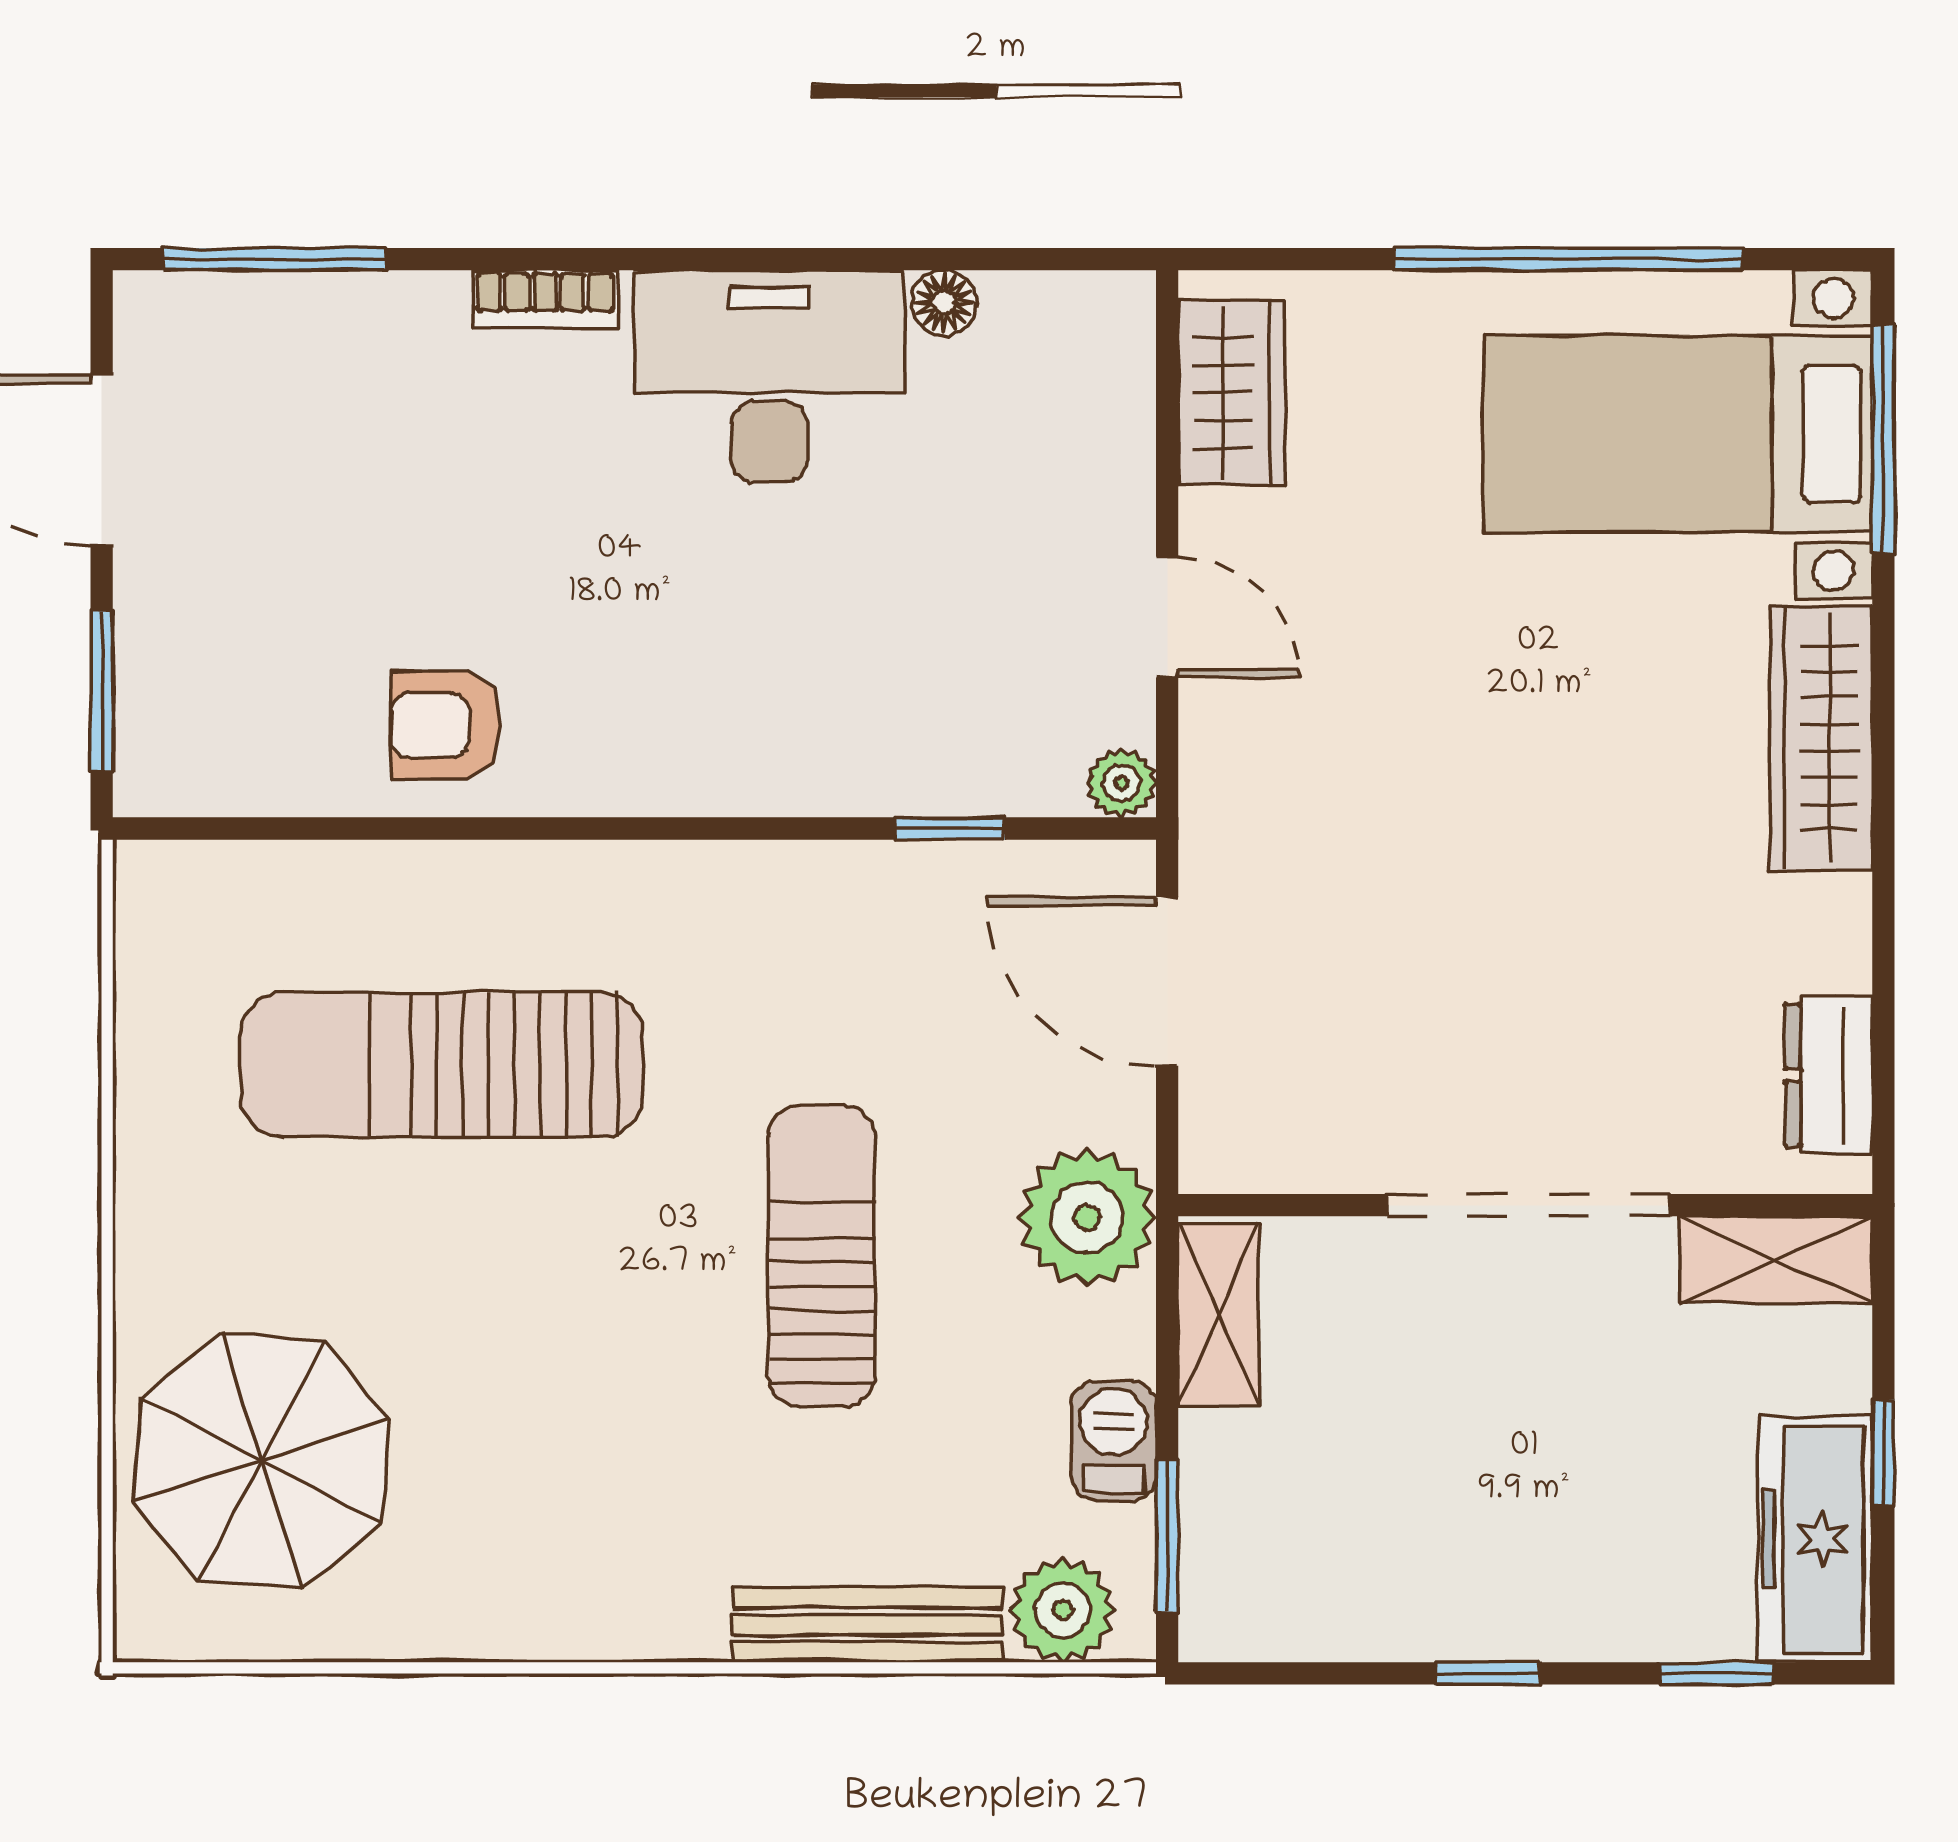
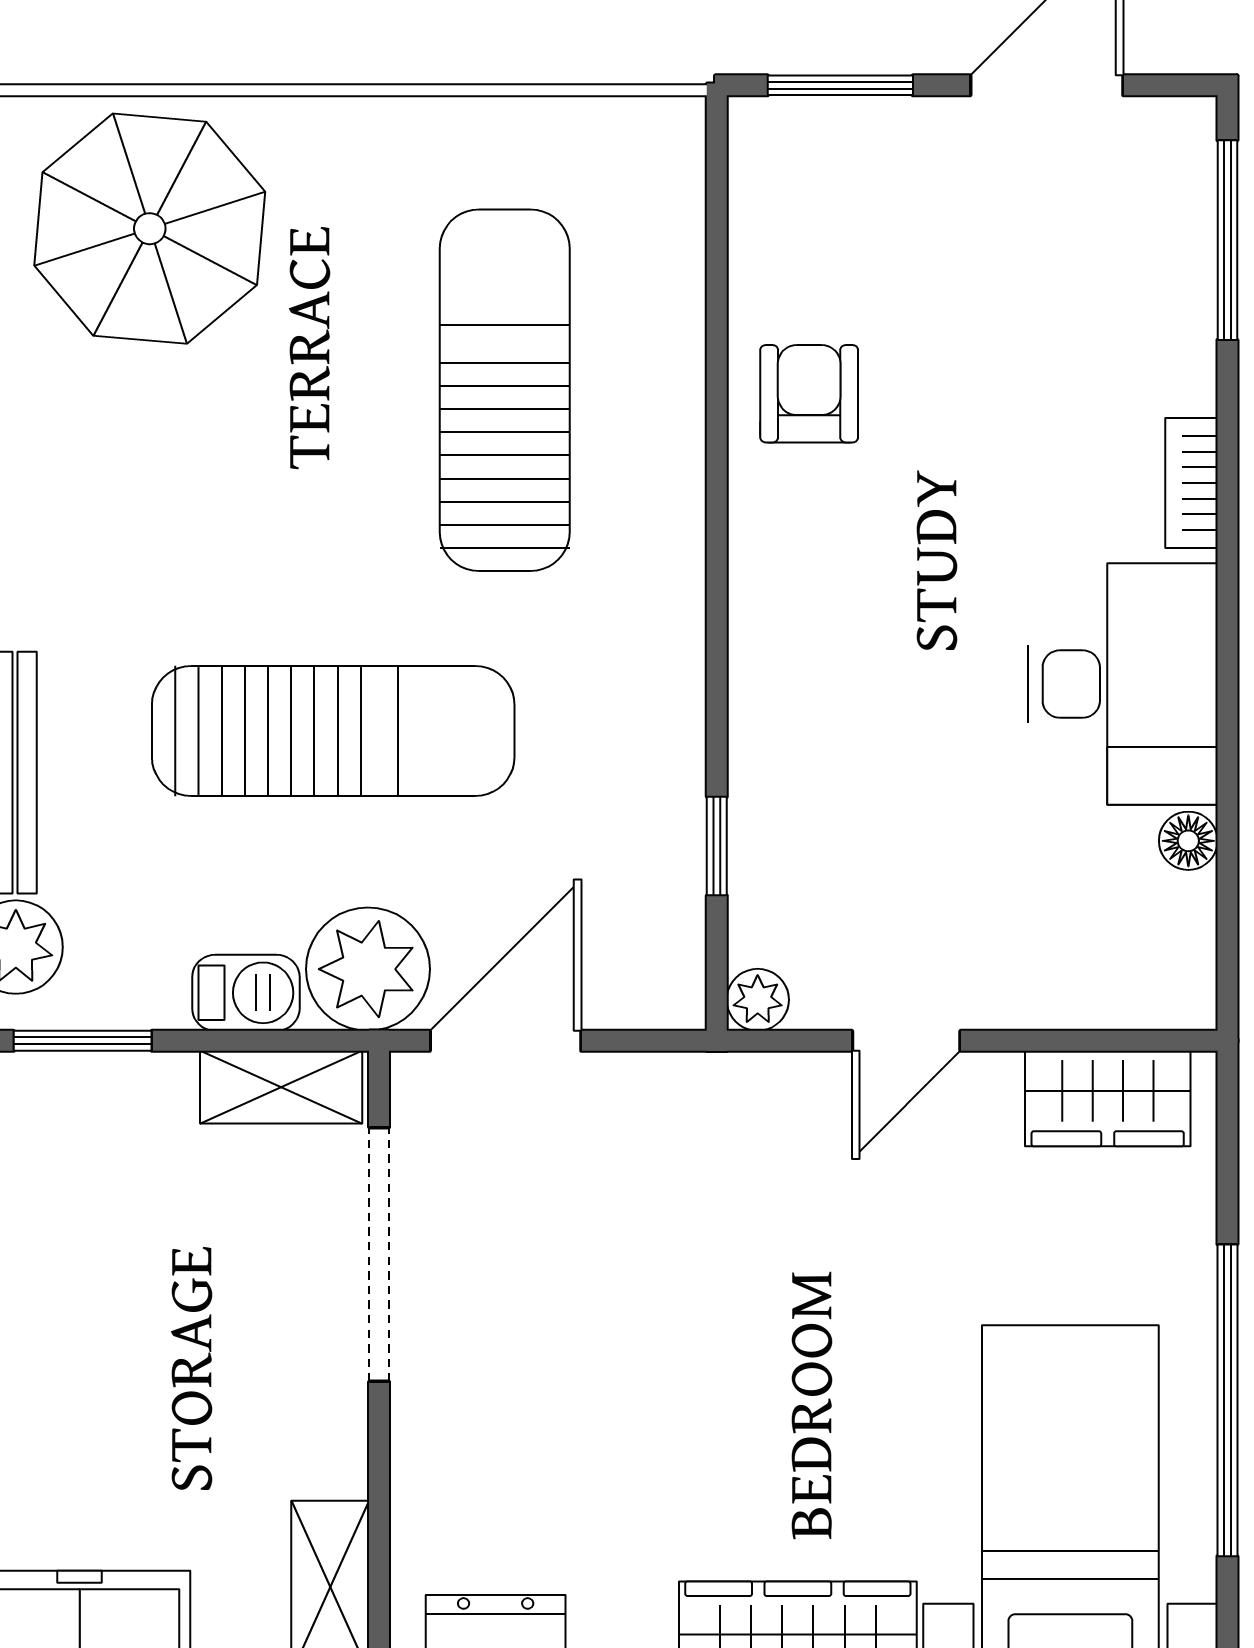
door: (1167, 981) -> (506, 1041), moved
doorway: (1528, 1205) -> (379, 1255), moved
sun lounger: (822, 1256) -> (333, 731), width x1.36, depth x1.34
barbecue: (1114, 1441) -> (246, 993), moved

